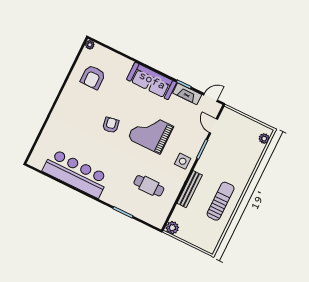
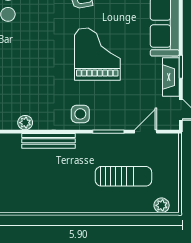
cafe table: (149, 186) -> (27, 86), removed
plant: (171, 198) -> (25, 123), added
sun lounger: (221, 201) -> (123, 176), moved

